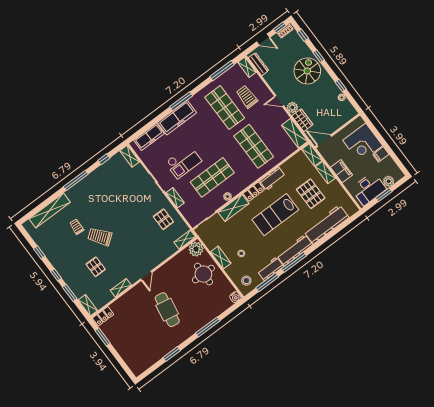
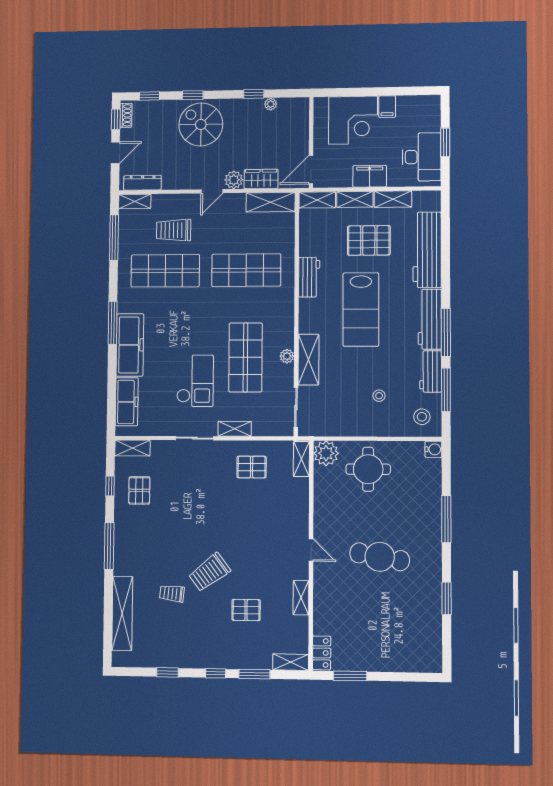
pallet: (112, 175) -> (139, 490), added
plant: (389, 181) -> (432, 122), removed
locker: (254, 192) -> (307, 316), removed
shelving: (221, 258) -> (393, 199), moved

